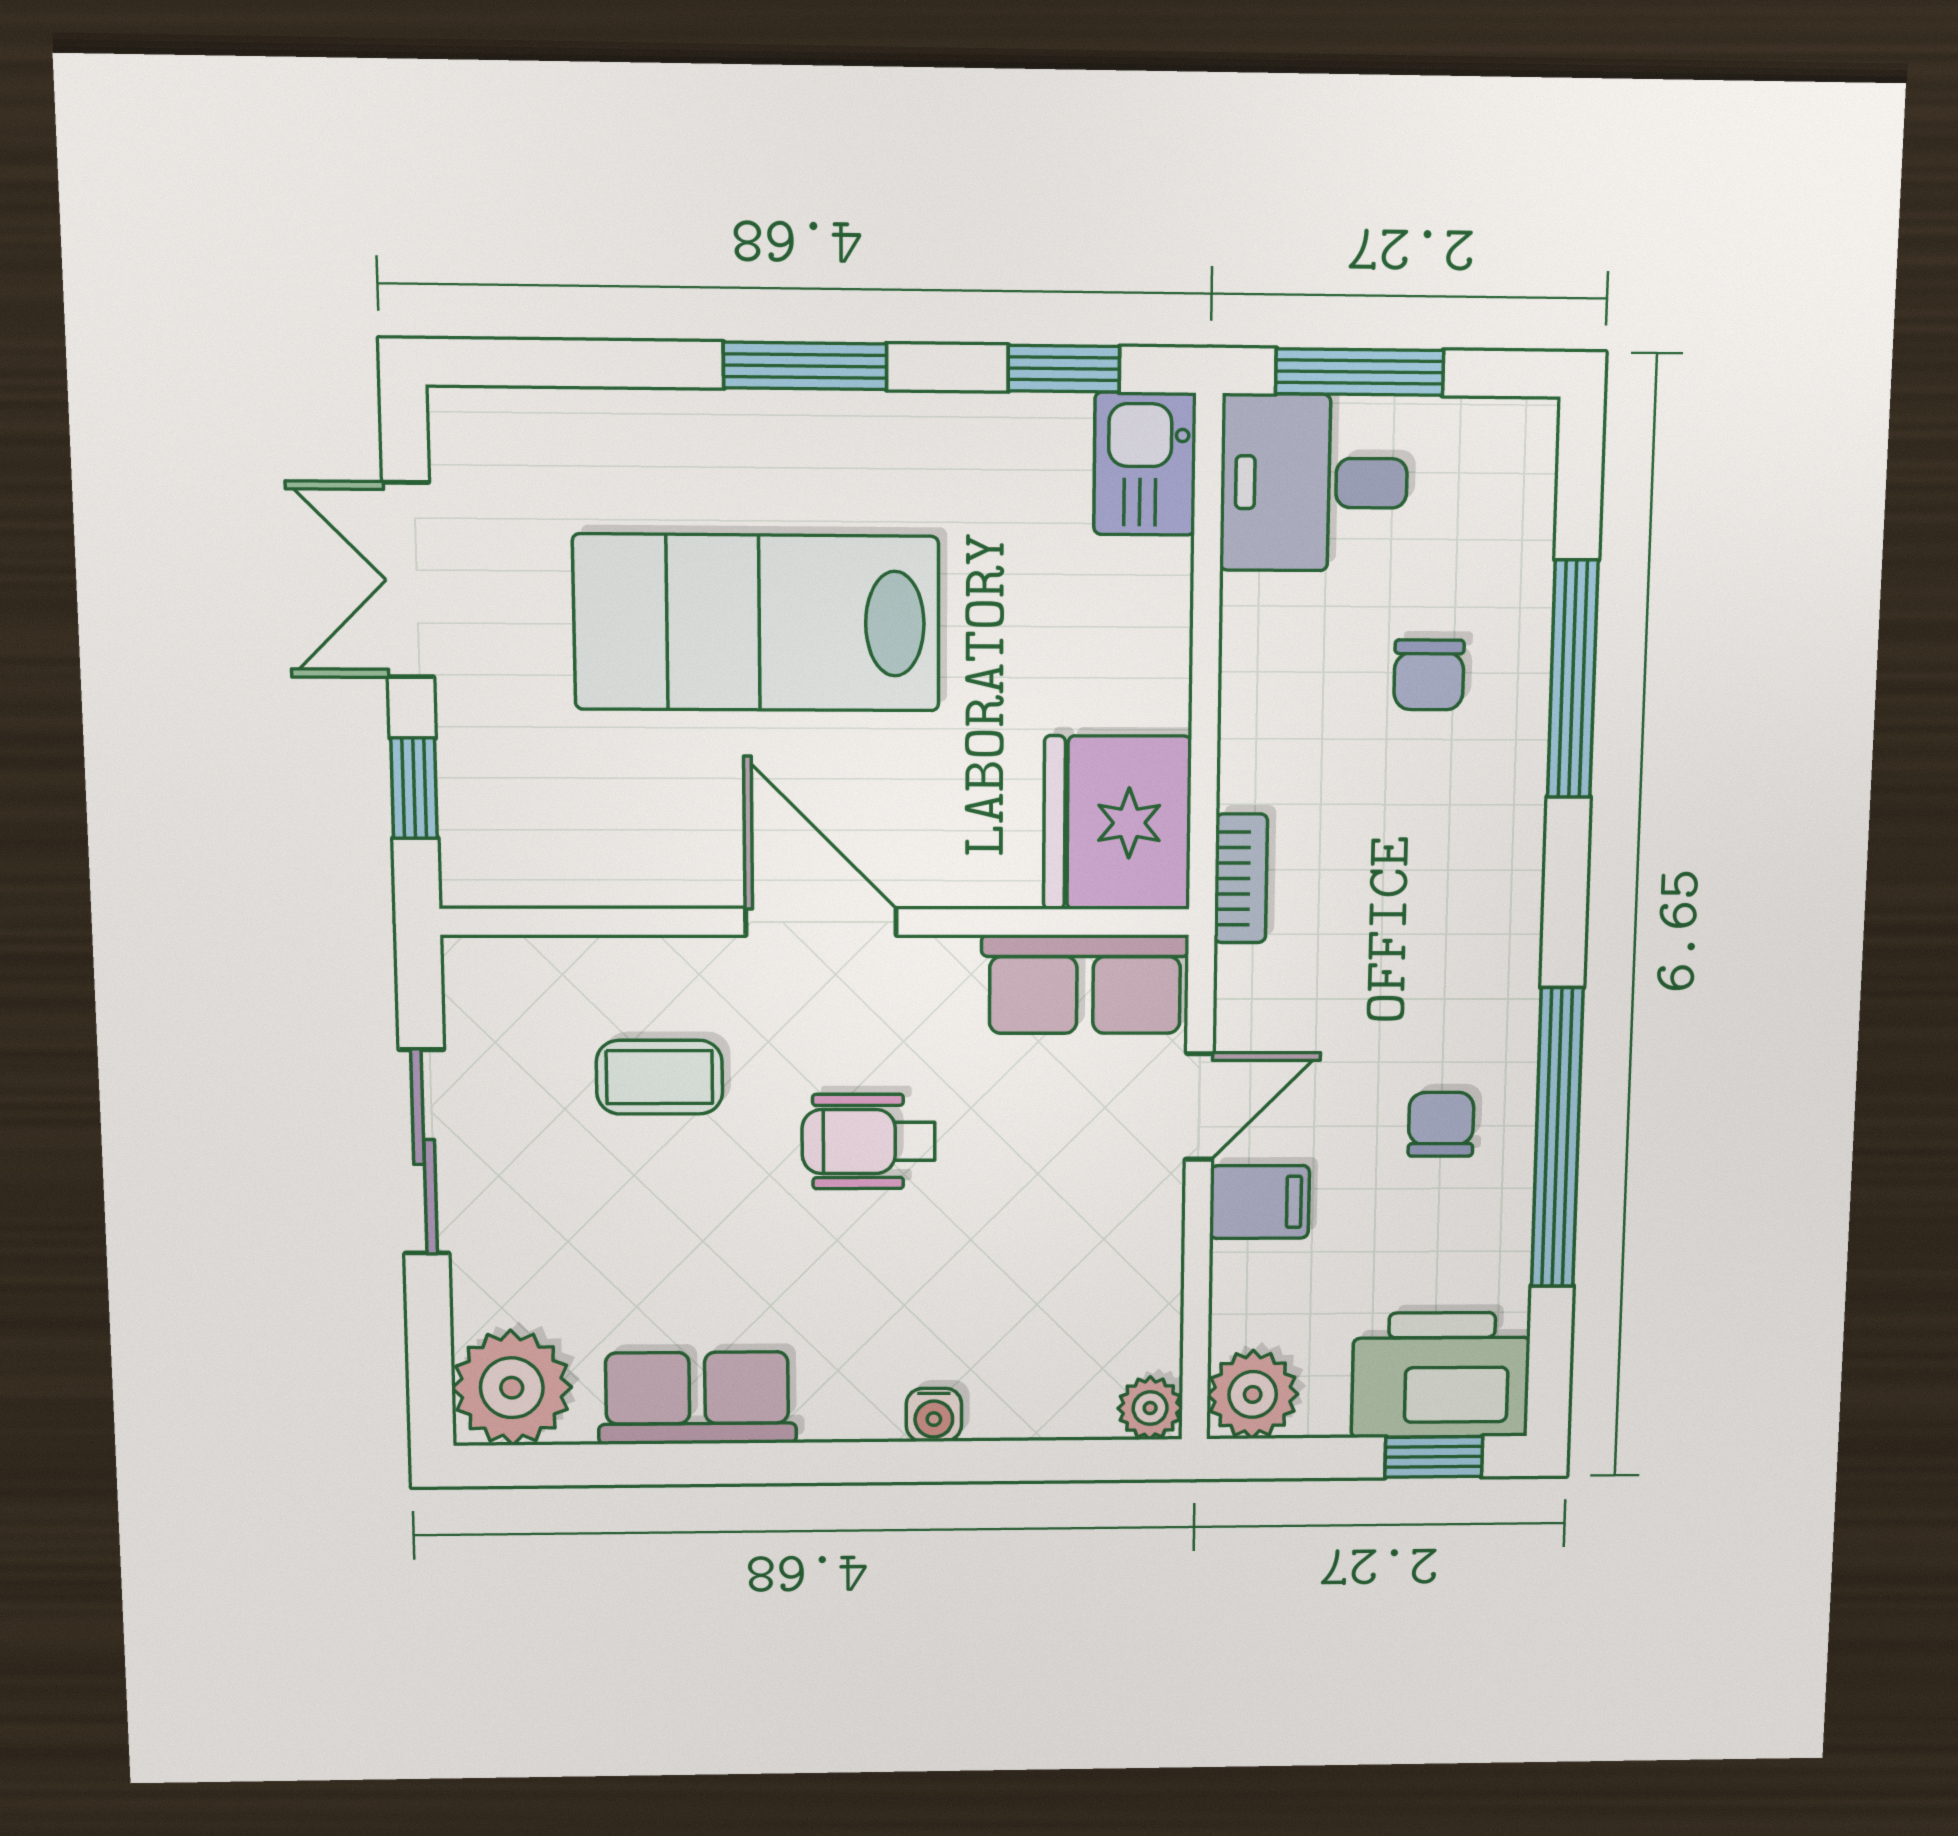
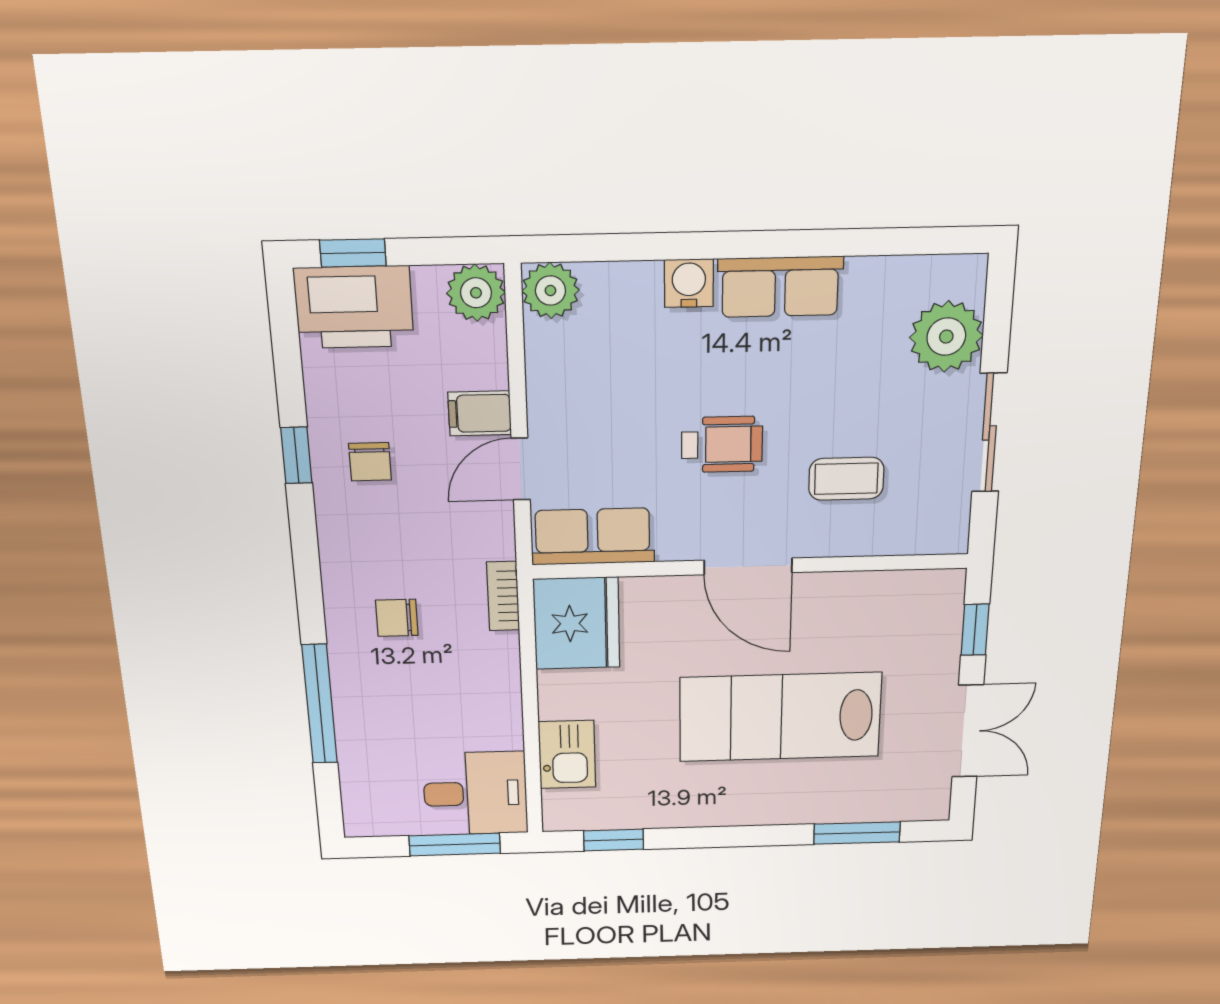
window: (805, 366) -> (857, 833), moved
kitchen sink: (1145, 464) -> (567, 754), moved
lab bench: (757, 623) -> (780, 717), turned 180
chair: (1429, 675) -> (397, 618), moved, turned -90
window: (1557, 1138) -> (296, 455), width x0.32
plant: (512, 1388) -> (946, 337), moved
row of seats: (697, 1398) -> (780, 287), moved
plant: (1150, 1408) -> (550, 291), width x1.38, depth x1.38
water cooler: (934, 1415) -> (689, 283), width x1.38, depth x1.38

